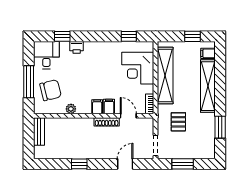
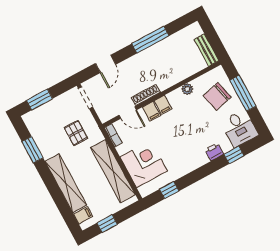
window: (79, 164) -> (150, 40), width x2.17
window: (183, 164) -> (40, 100), moved

